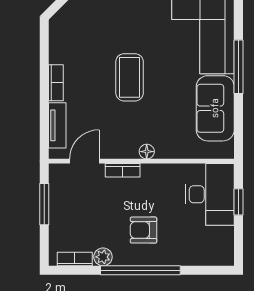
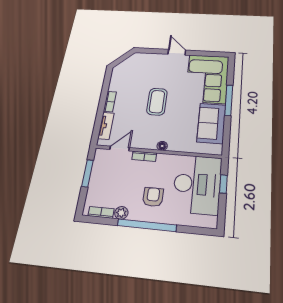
desk: (210, 194) -> (197, 184), width x1.36, depth x1.30
armchair: (144, 230) -> (153, 197), turned 90

